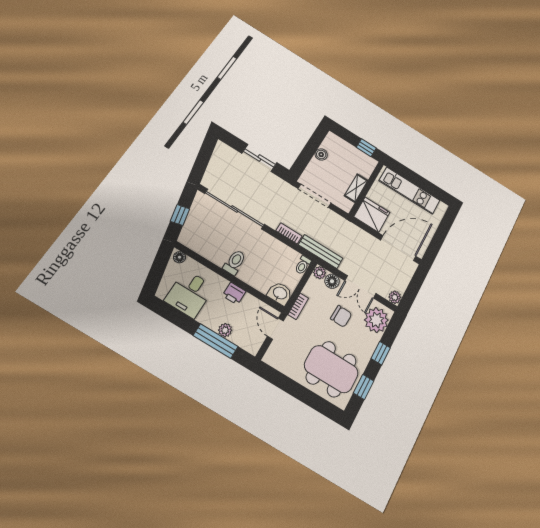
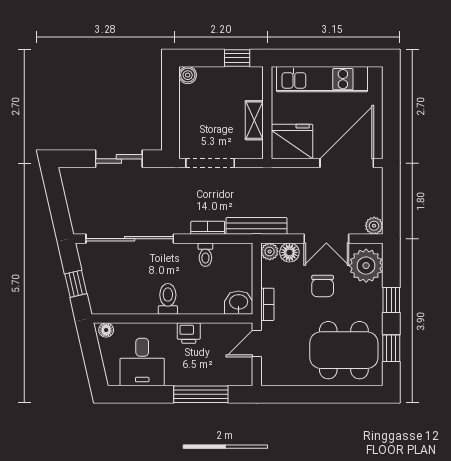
boiler: (321, 154) -> (188, 75), moved
toilet: (303, 265) -> (205, 255), moved
chair: (341, 316) -> (323, 286), turned 88
door: (275, 329) -> (257, 344), hinge flipped
plant: (225, 330) -> (204, 377), removed

